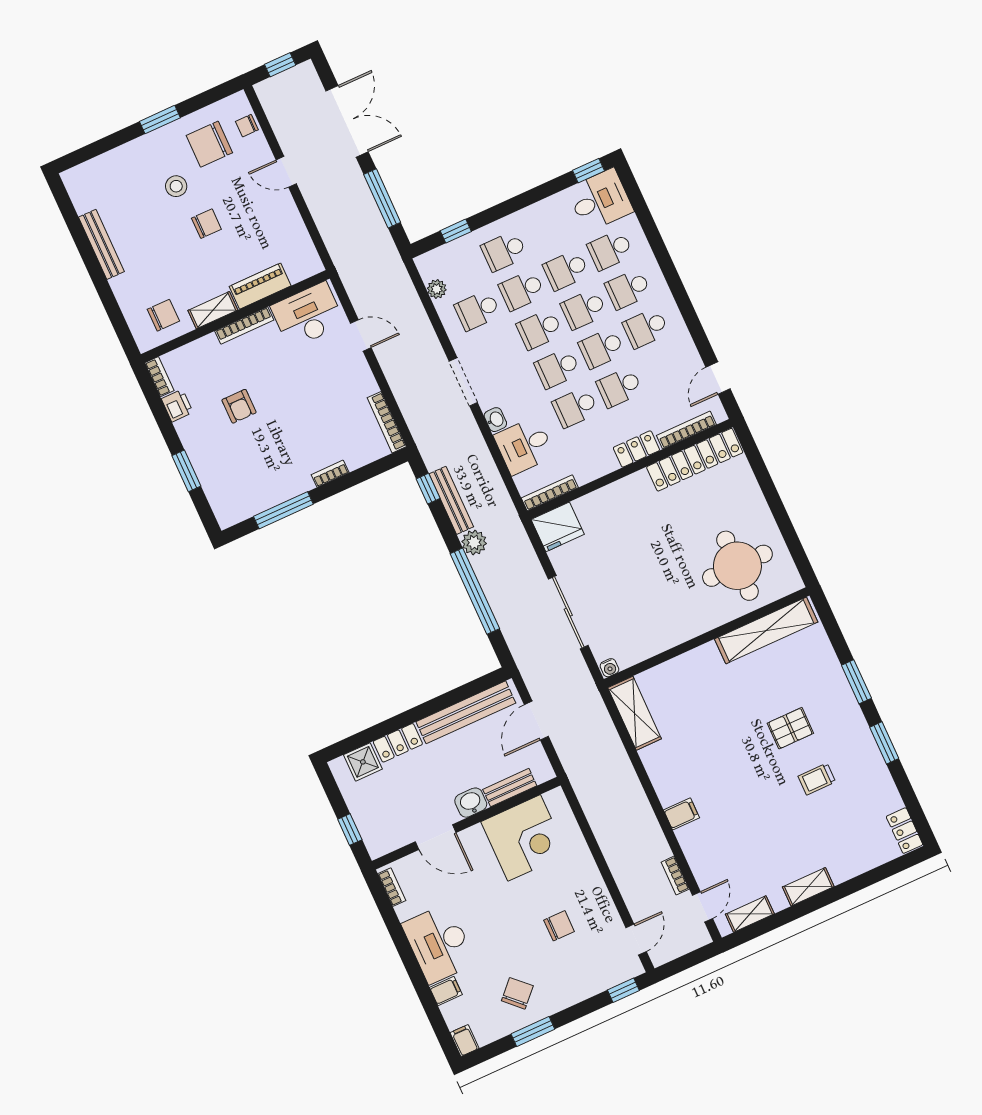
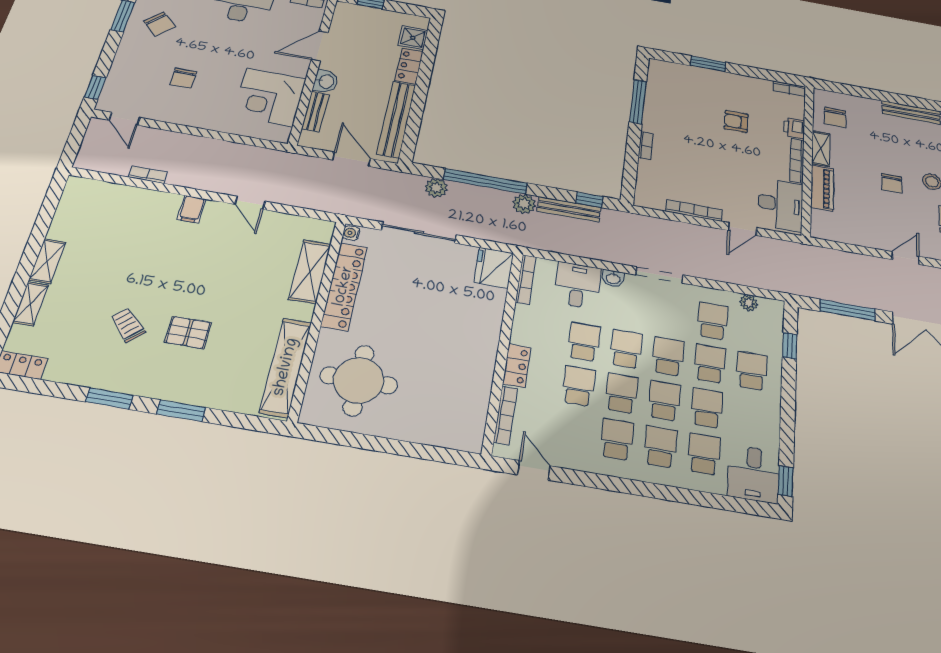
printer: (177, 406) -> (794, 128), moved, turned 90
bookcase: (387, 422) -> (694, 210), moved
locker: (695, 460) -> (344, 286), moved, turned 180
plant: (513, 628) -> (436, 188), added
shelving: (635, 713) -> (310, 272), moved, turned 90
pallet: (790, 728) -> (188, 332), turned 90
trolley: (817, 779) -> (128, 325), turned -44
door: (702, 907) -> (250, 203), moved
shelving: (750, 914) -> (31, 304), moved

